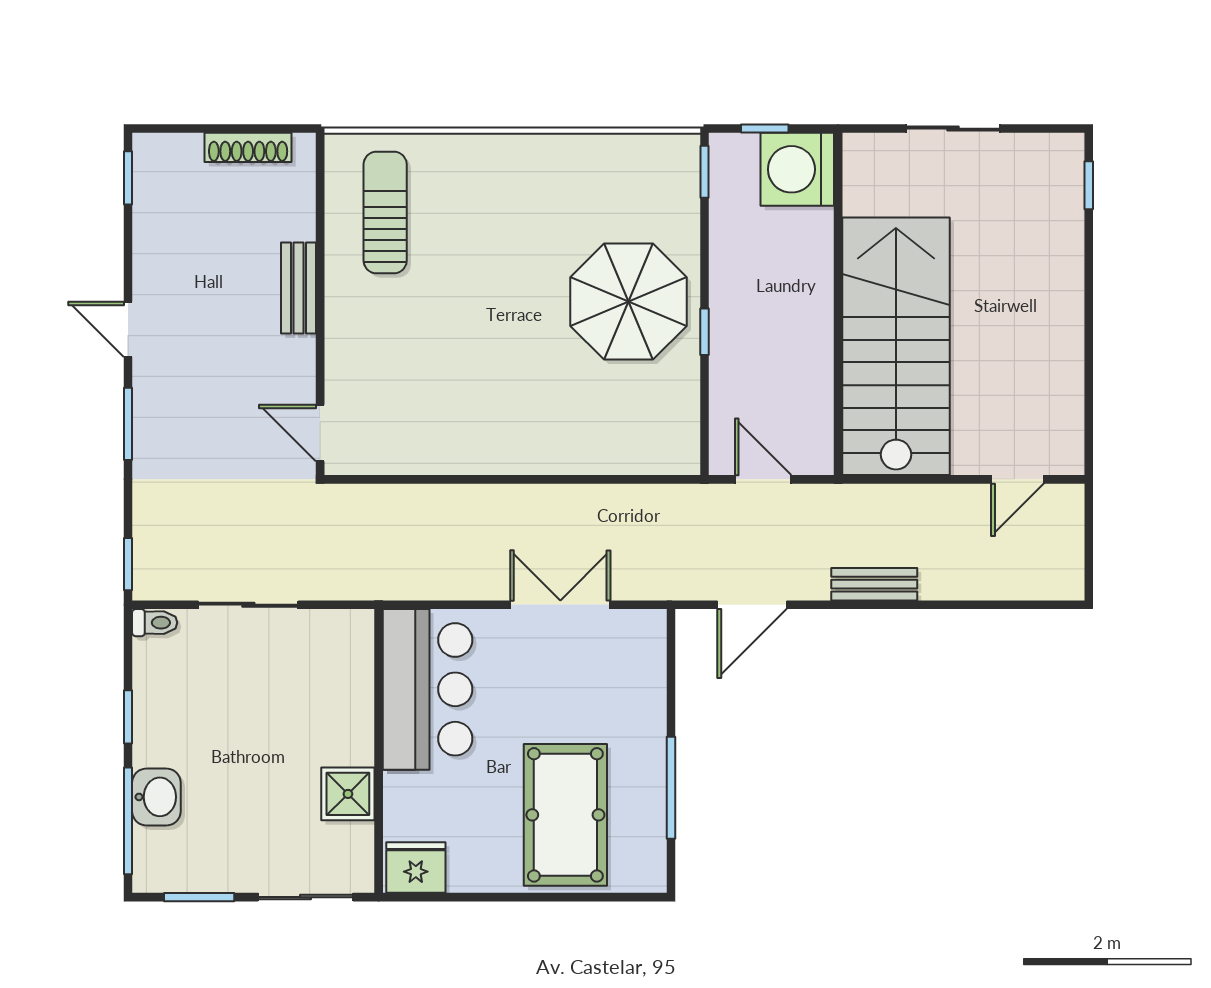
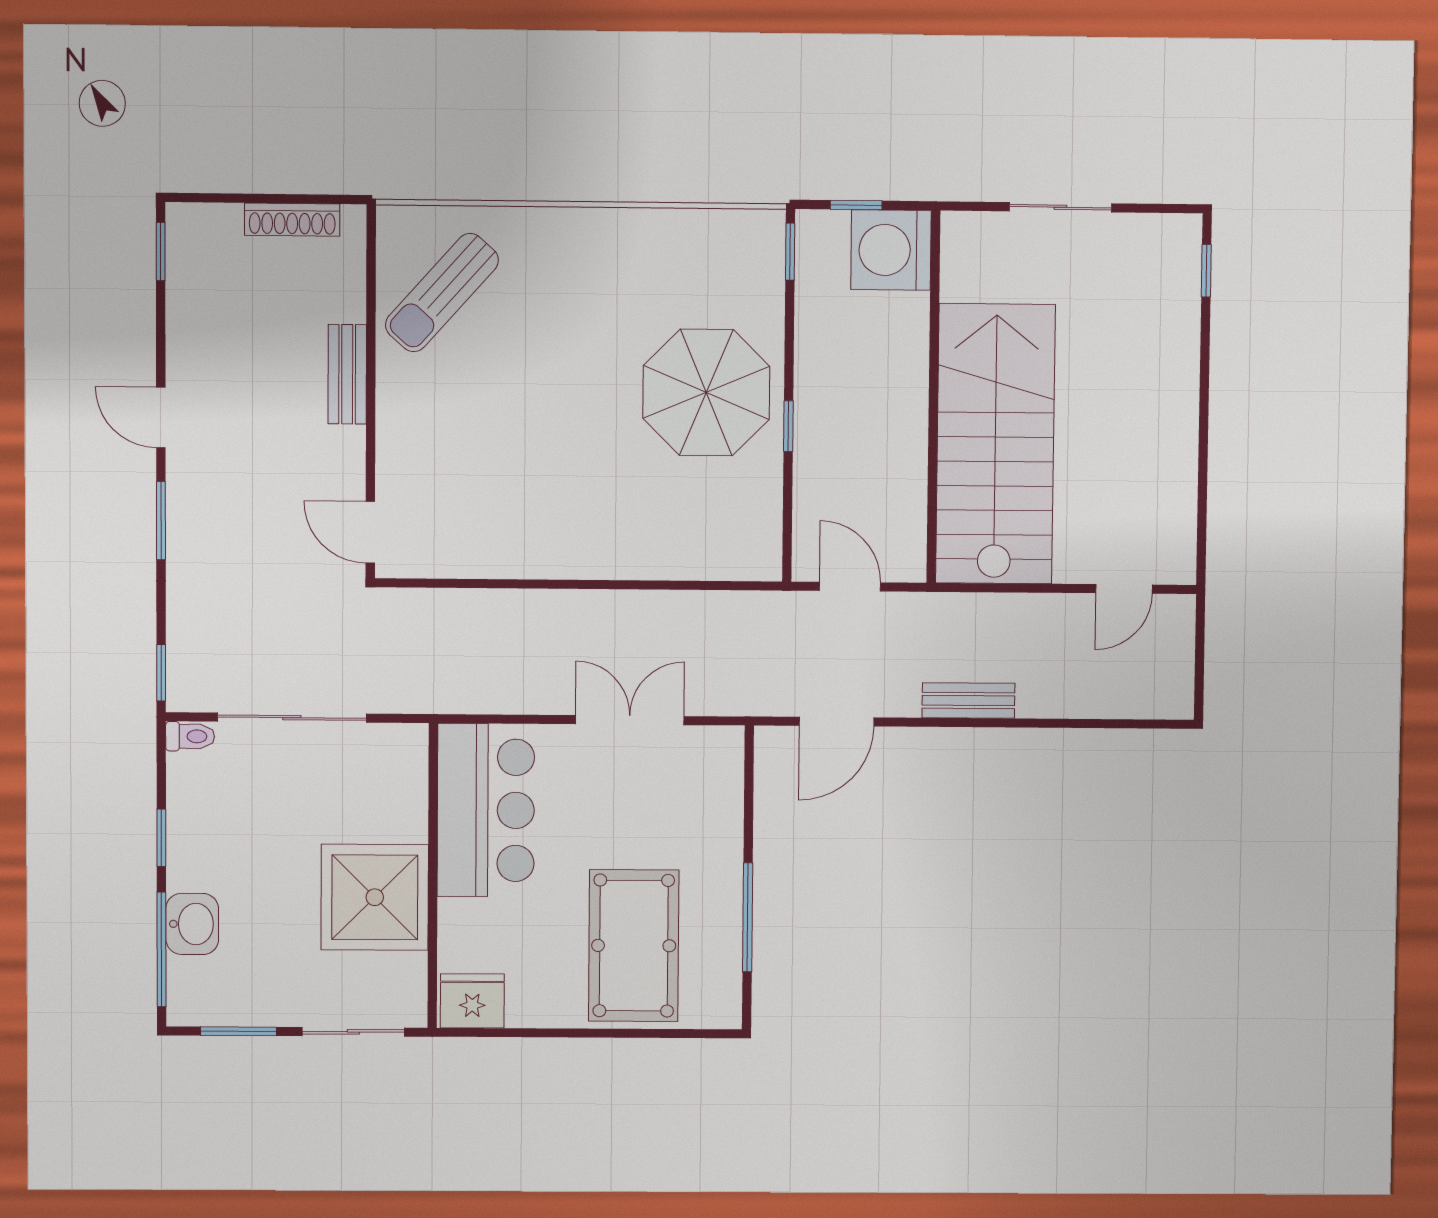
sun lounger: (385, 212) -> (442, 293), turned -138
sliding door: (248, 605) -> (292, 718), width x1.37
shower: (348, 794) -> (375, 897), width x1.86, depth x1.86

